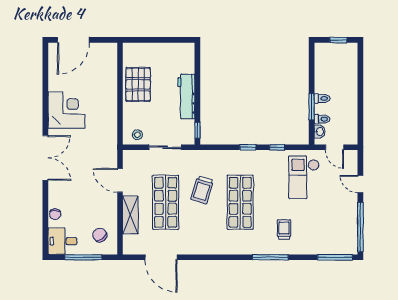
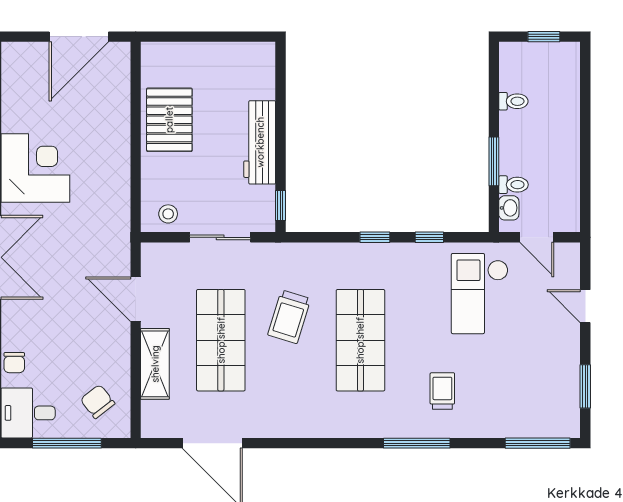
door: (73, 40) -> (79, 37), moved
toilet: (322, 98) -> (513, 101), moved
window: (360, 227) -> (585, 386), width x0.47

